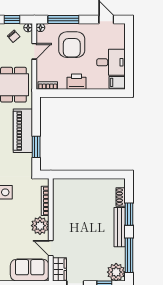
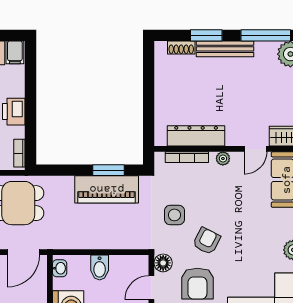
piano: (23, 131) -> (107, 189), moved
dresser: (60, 207) -> (196, 136), added
plant: (40, 226) -> (223, 159), width x0.53, depth x0.53

